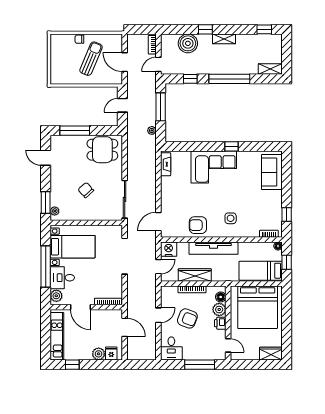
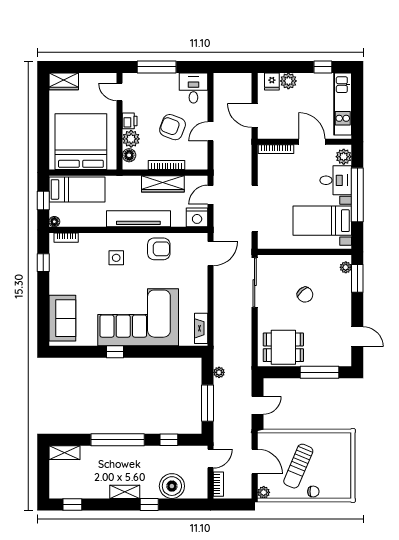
plant: (118, 38) -> (264, 492), added
corner sofa: (214, 167) -> (138, 317), width x1.36, depth x1.36

